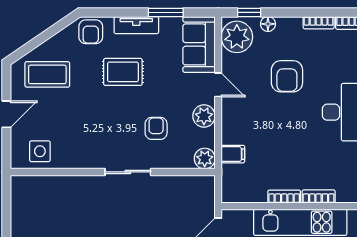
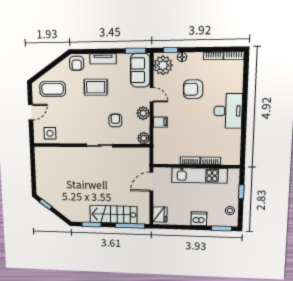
window: (166, 12) -> (136, 51), moved
armchair: (287, 76) -> (193, 89), turned 89
filing cabinet: (233, 154) -> (160, 122), moved

